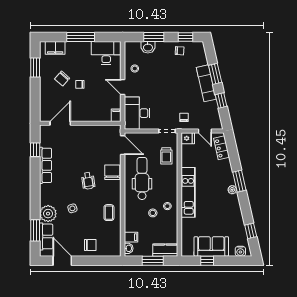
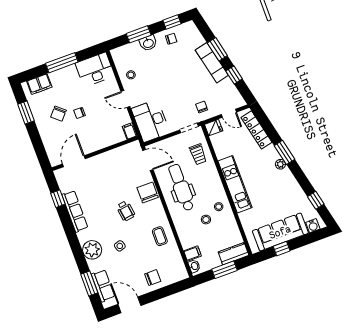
washbasin: (148, 47) -> (148, 43), moved
locker: (221, 148) -> (256, 130), width x1.53
plant: (48, 214) -> (92, 250), moved
sofa: (211, 246) -> (280, 232), width x1.36

